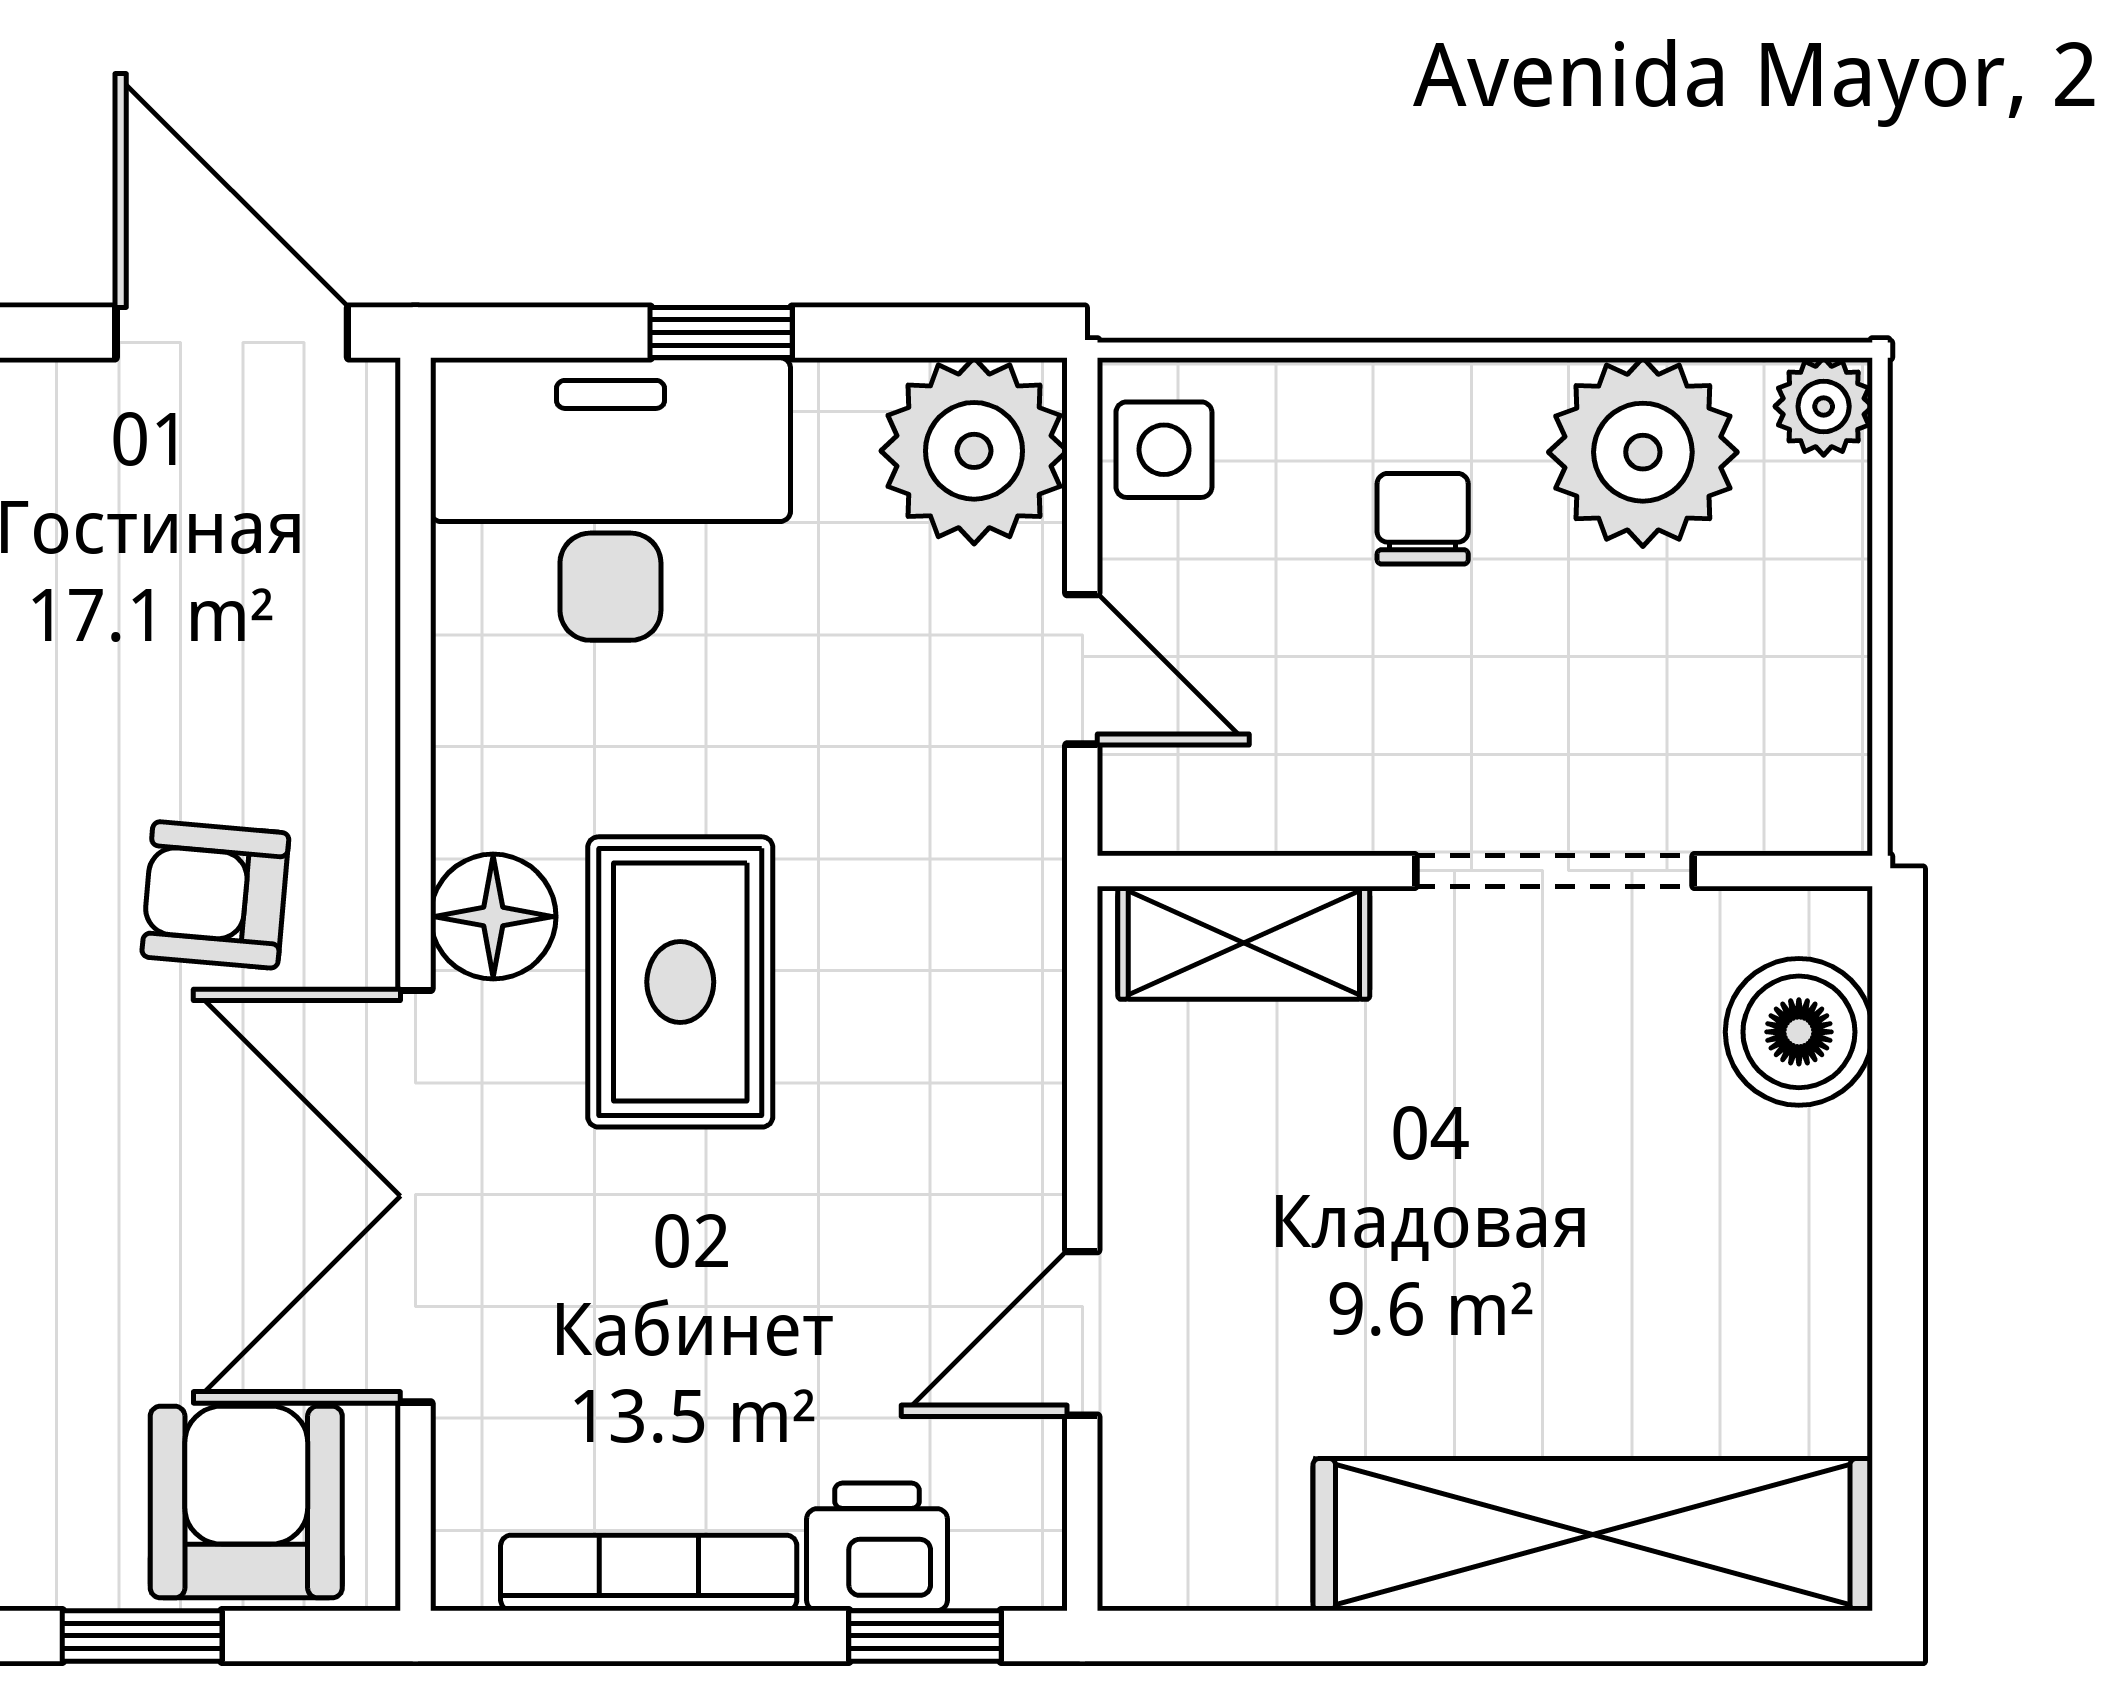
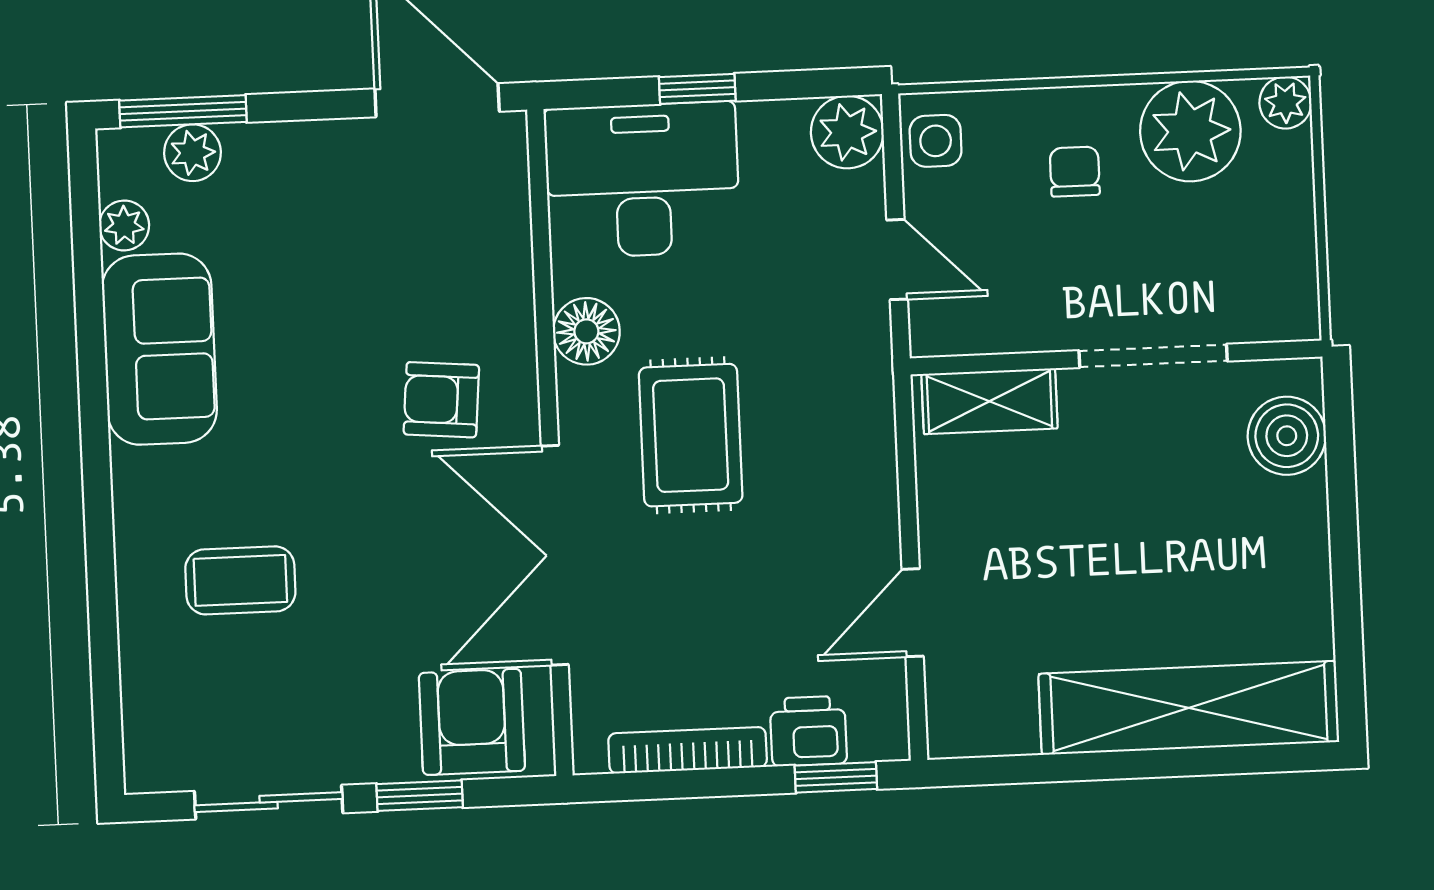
plant: (974, 451) -> (847, 132), width x0.73, depth x0.73
floor lamp: (493, 917) -> (586, 331), moved

